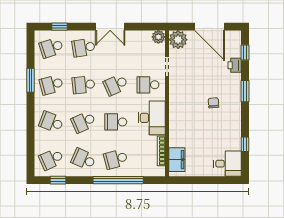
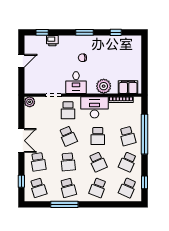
door: (210, 27) -> (21, 61), width x0.53
plant: (178, 40) -> (104, 86), moved
window: (30, 80) -> (64, 204), width x1.44
window: (245, 91) -> (85, 32), moved
school desk: (51, 159) -> (128, 188), turned 48
desk: (227, 164) -> (76, 83), moved, turned 180

